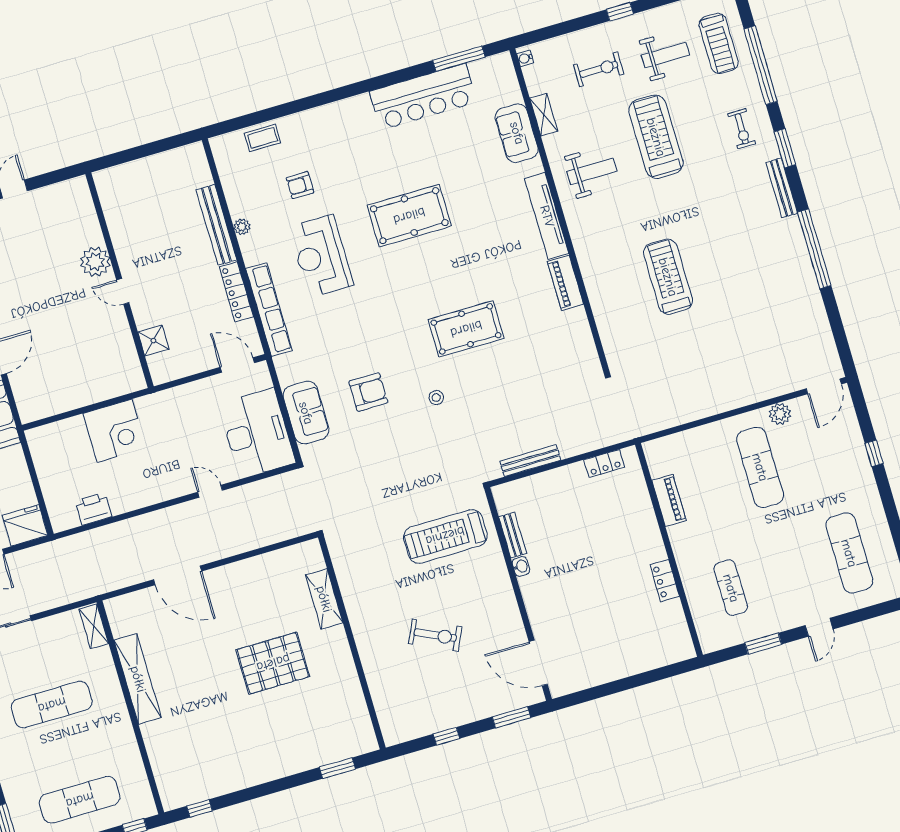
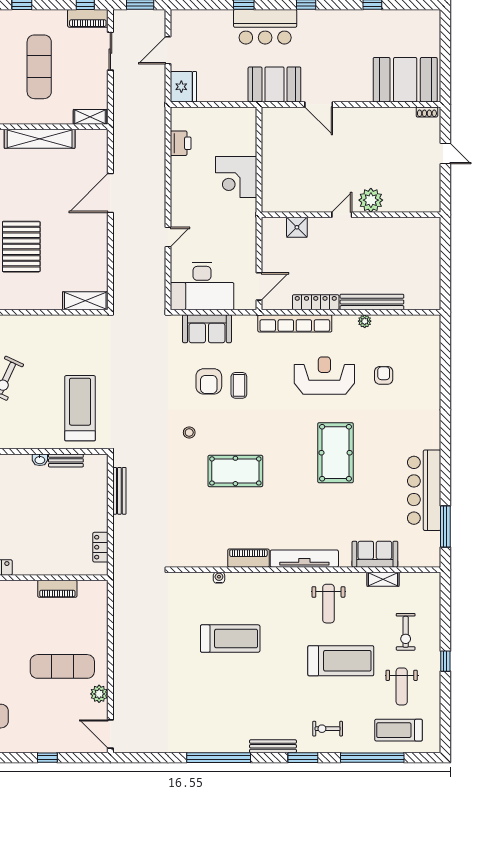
water cooler: (525, 58) -> (219, 578), moved
coffee table: (262, 138) -> (239, 385), moved
pool table: (466, 329) -> (235, 471), turned 90
shelving: (324, 599) -> (85, 301), moved

